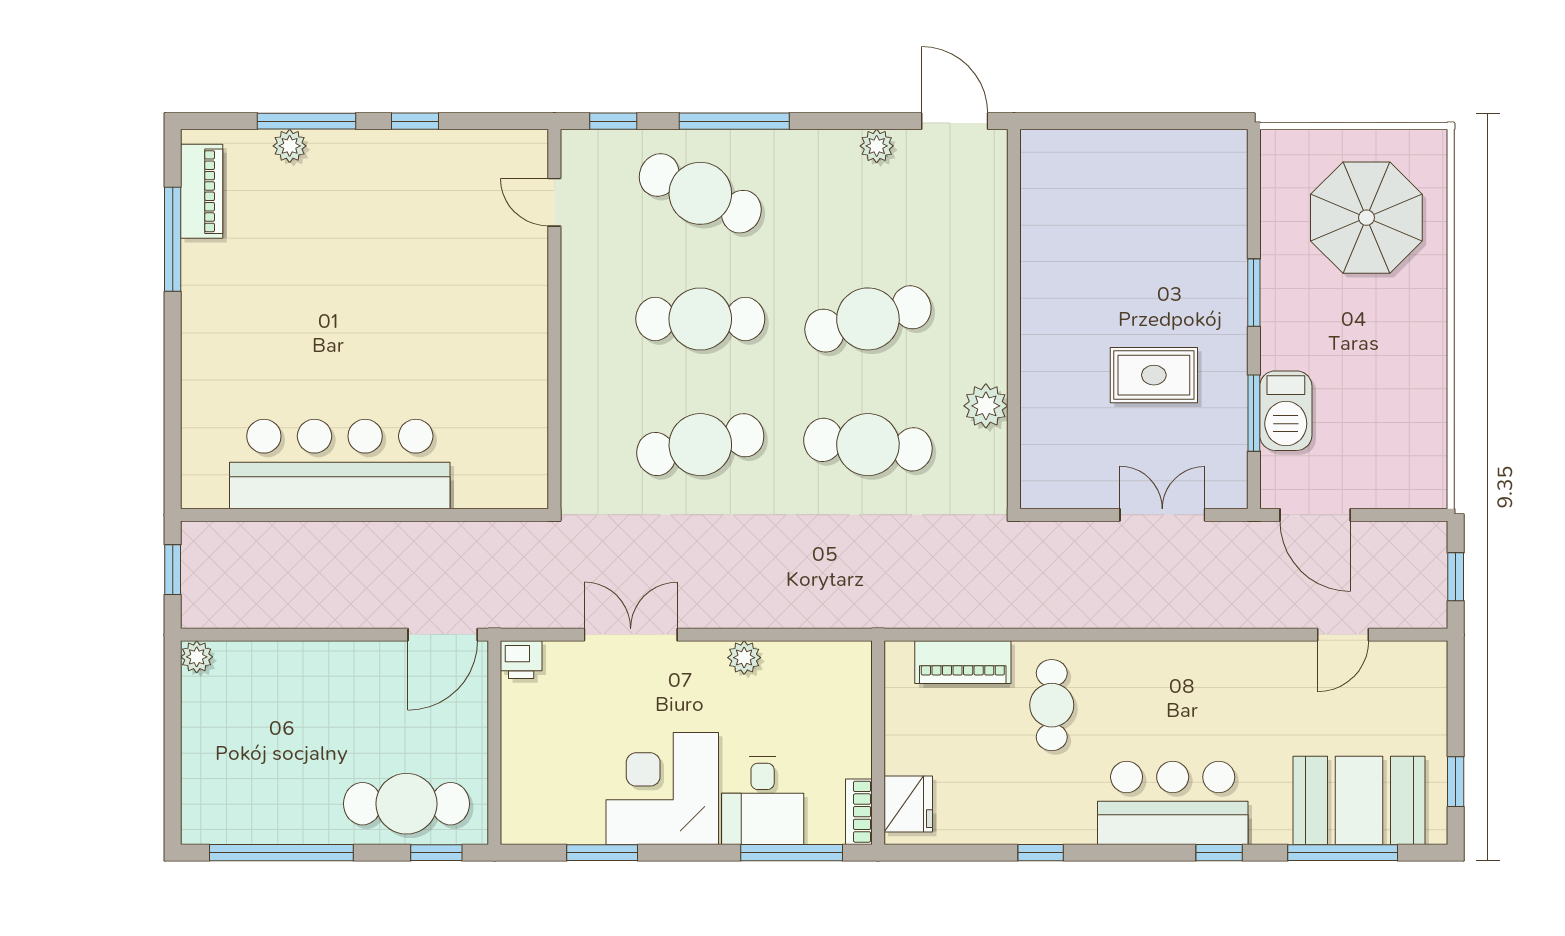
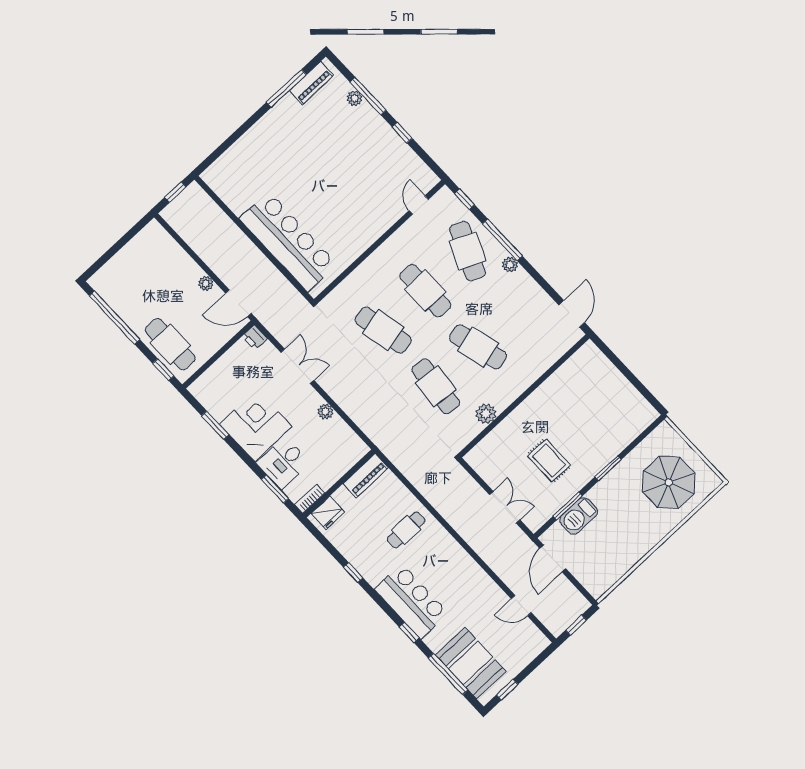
plant: (877, 146) -> (510, 265), moved
bar counter: (340, 464) -> (288, 242), moved
plant: (197, 657) -> (206, 283), moved
piano: (963, 662) -> (366, 476), moved, turned -90
window: (792, 853) -> (275, 489), width x0.69

